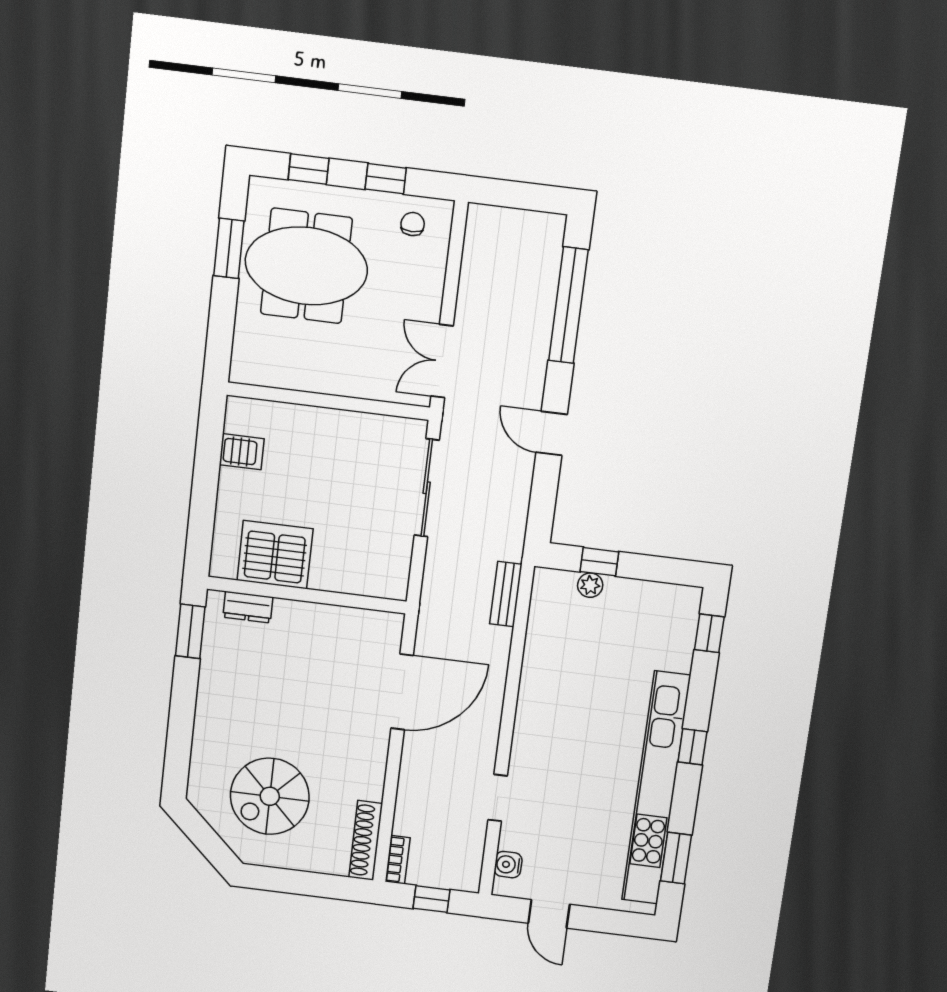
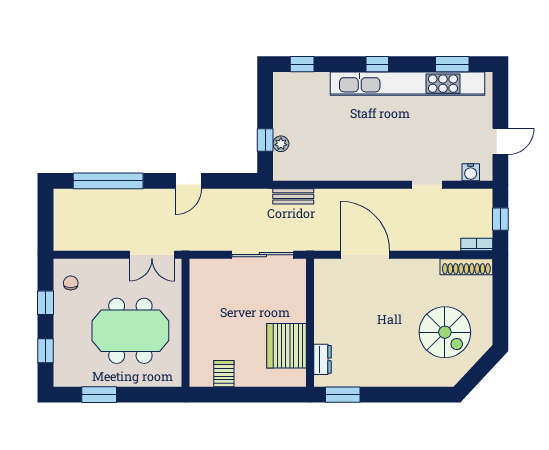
chair: (413, 224) -> (71, 283), turned 90
meeting table: (306, 266) -> (130, 331), moved, turned 90
sliding door: (427, 488) -> (263, 255), moved

